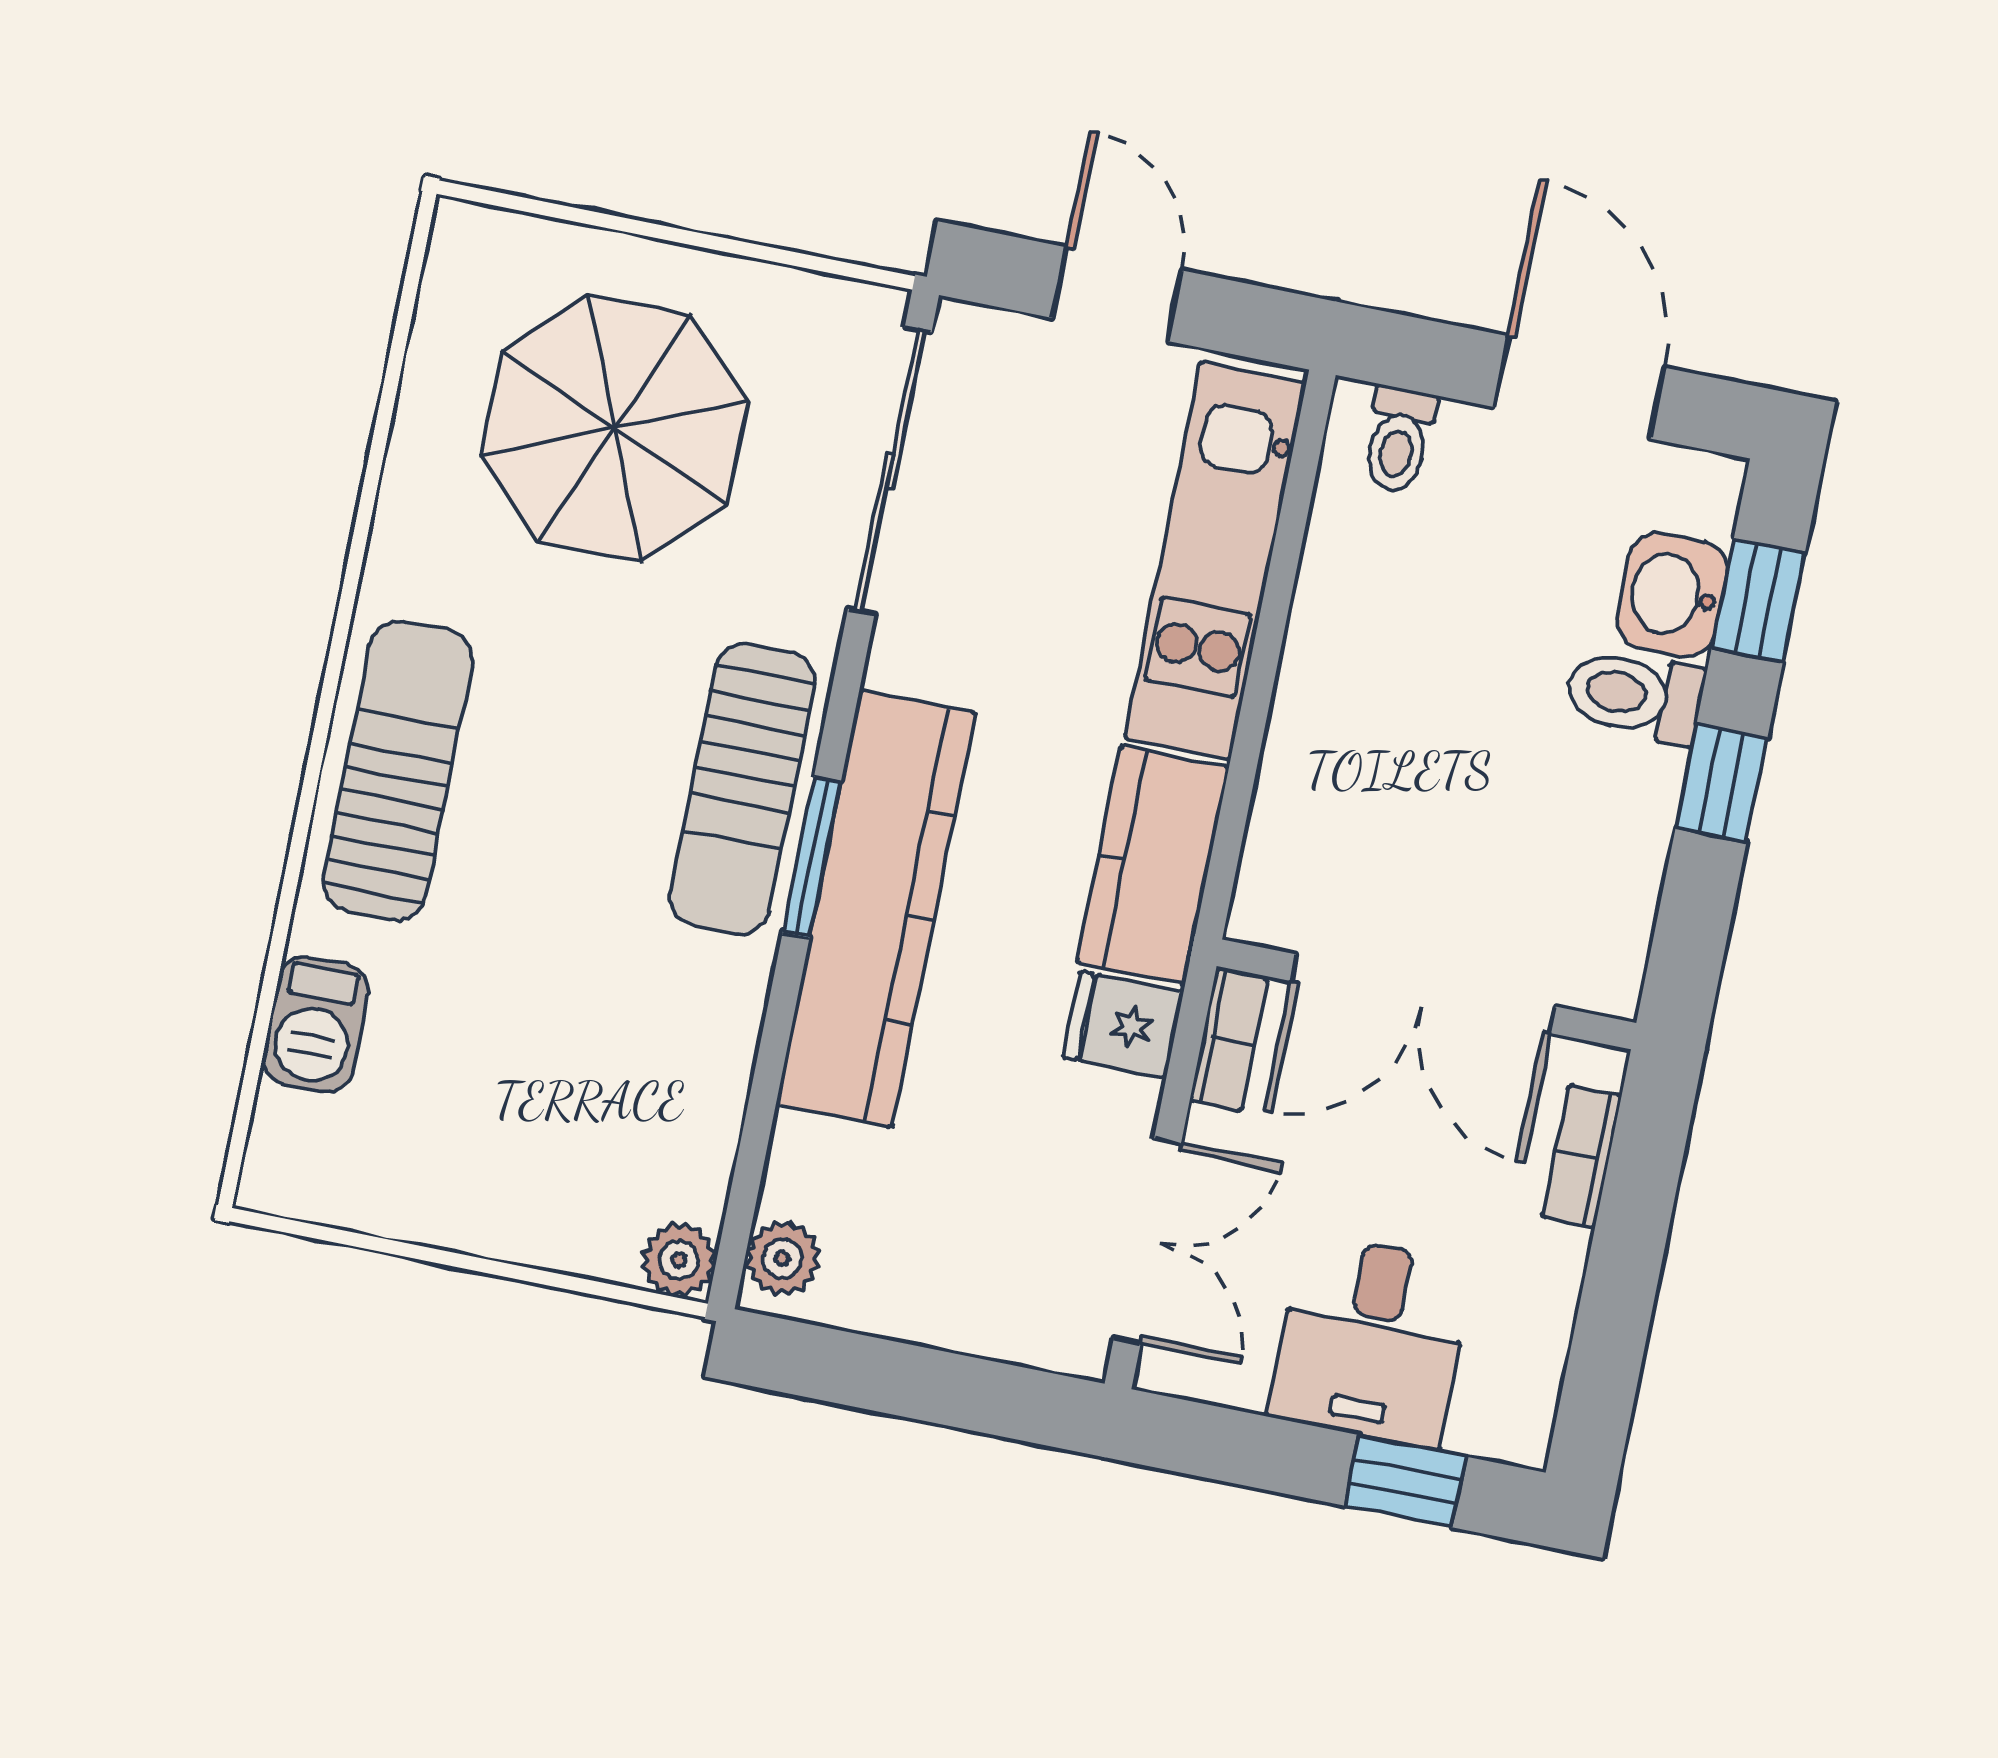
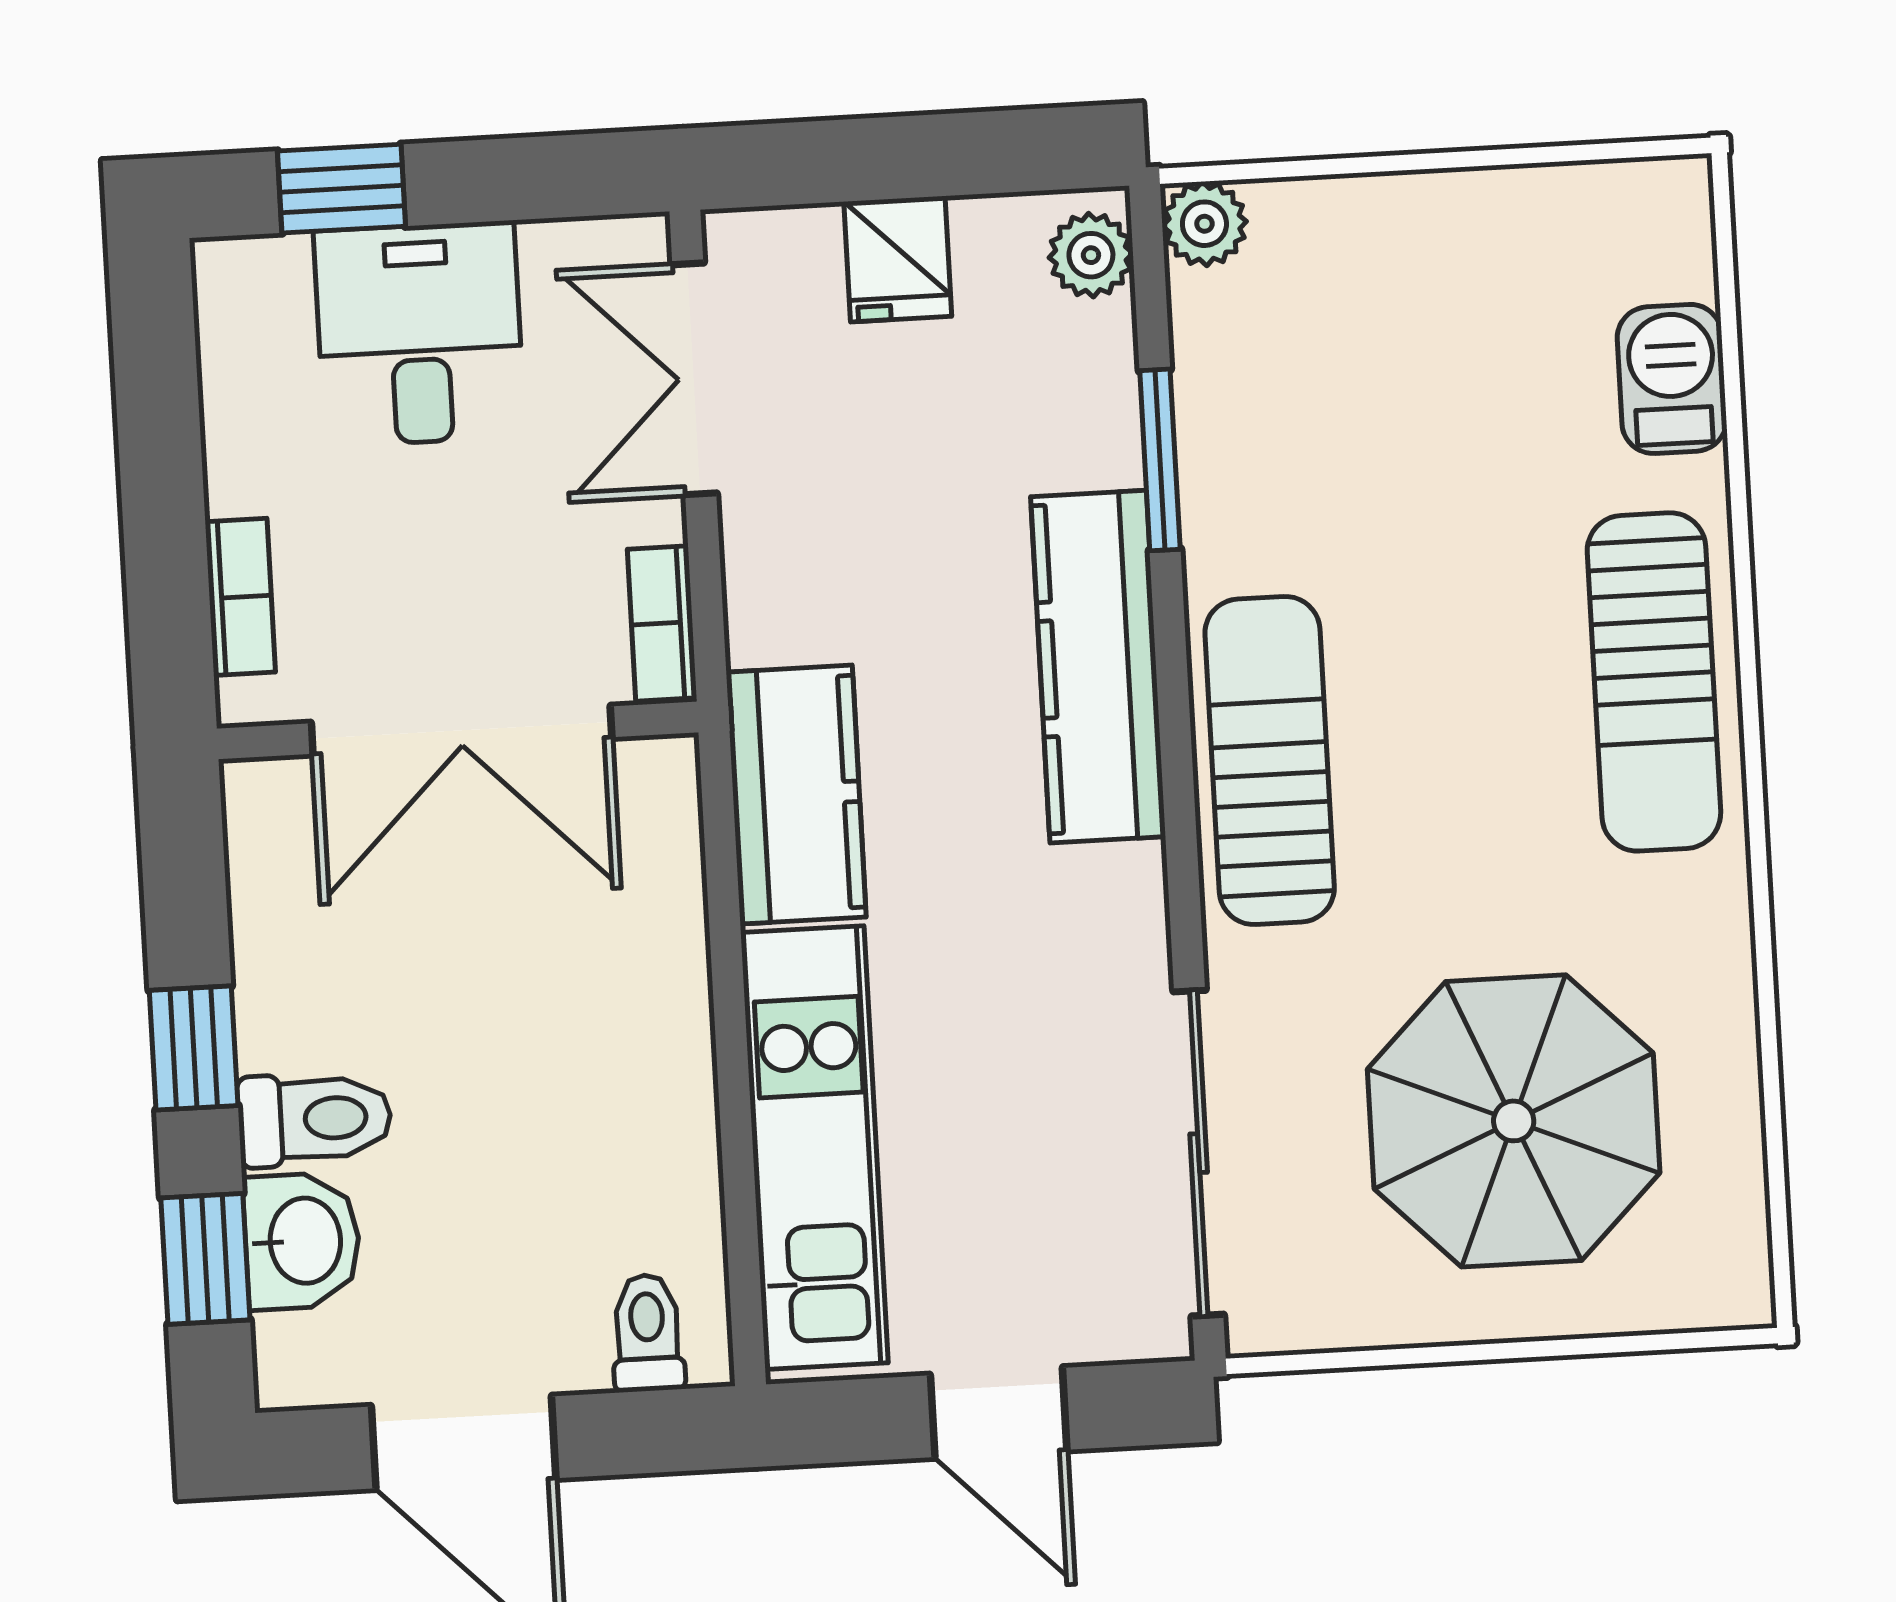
window: (812, 857) -> (1160, 460), moved
kitchen counter: (876, 908) -> (1098, 667), width x0.72, depth x0.86
double door: (1423, 994) -> (462, 730), swing flipped
fridge: (1123, 1025) -> (898, 259), moved, turned 90

